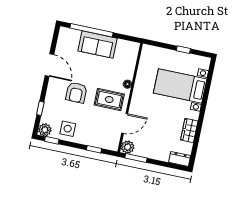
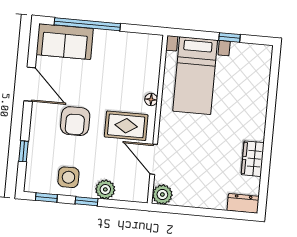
sofa: (97, 45) -> (65, 42), moved
bed with nightstands: (180, 86) -> (195, 76), moved, turned -90
door: (125, 123) -> (154, 159), swing flipped
plant: (45, 130) -> (105, 189), moved
window: (94, 149) -> (87, 201), moved
window: (136, 158) -> (177, 210), removed

